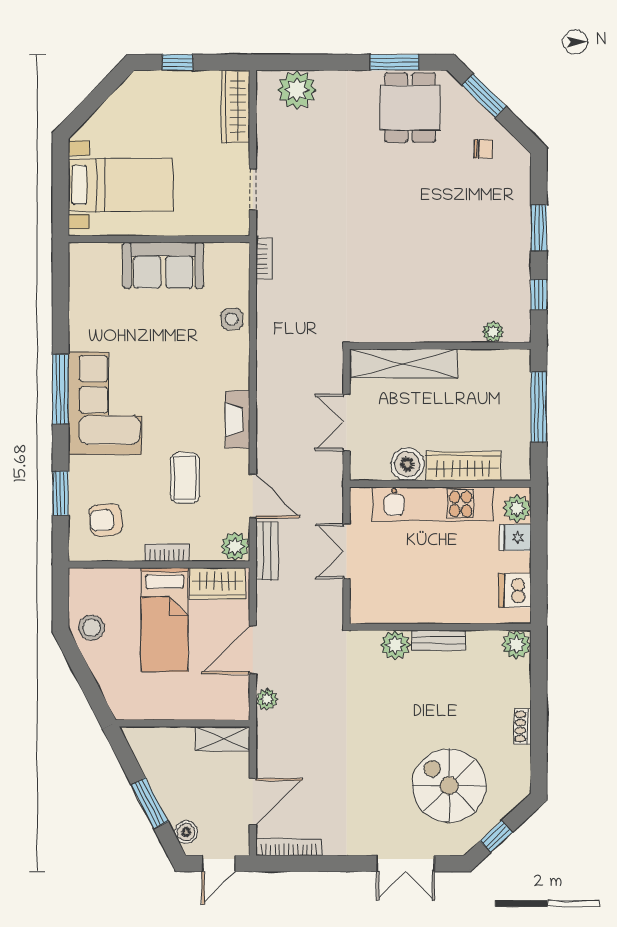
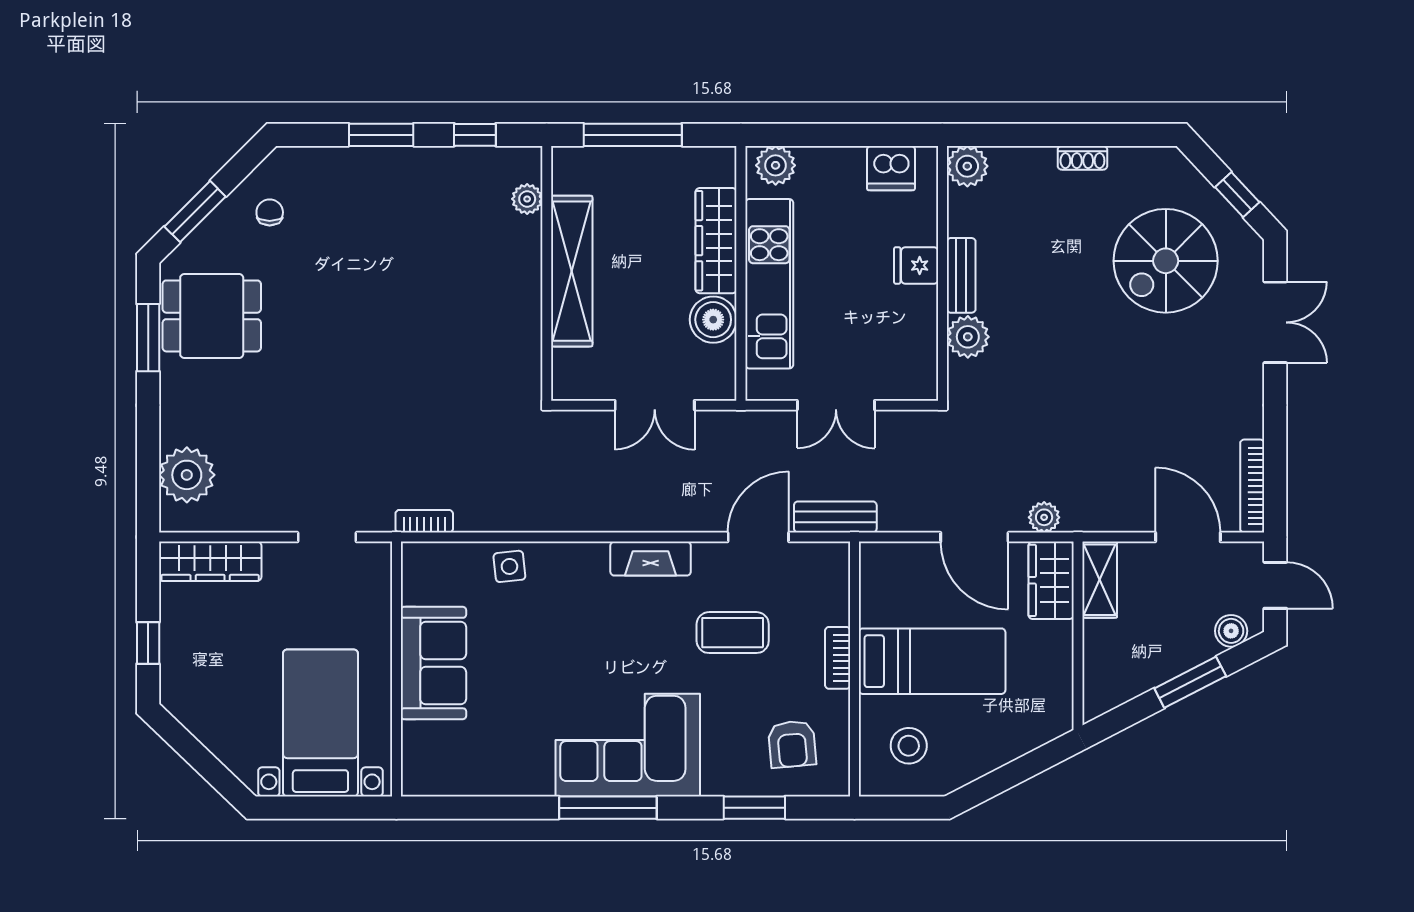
shelving: (403, 363) -> (572, 271), moved
fridge: (515, 537) -> (916, 265), moved, turned 90
plant: (235, 546) -> (829, 562), removed
wardrobe: (218, 584) -> (1051, 580), moved, turned 180
stool: (92, 628) -> (909, 746), moved

